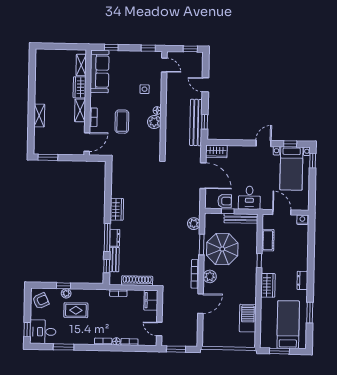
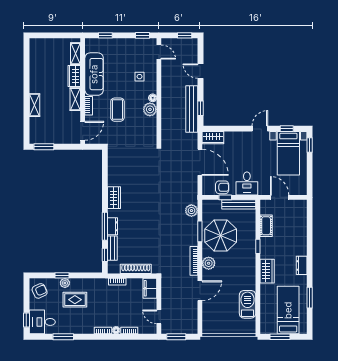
sofa: (100, 72) -> (94, 74), moved
nightstand: (302, 220) -> (300, 205), removed

